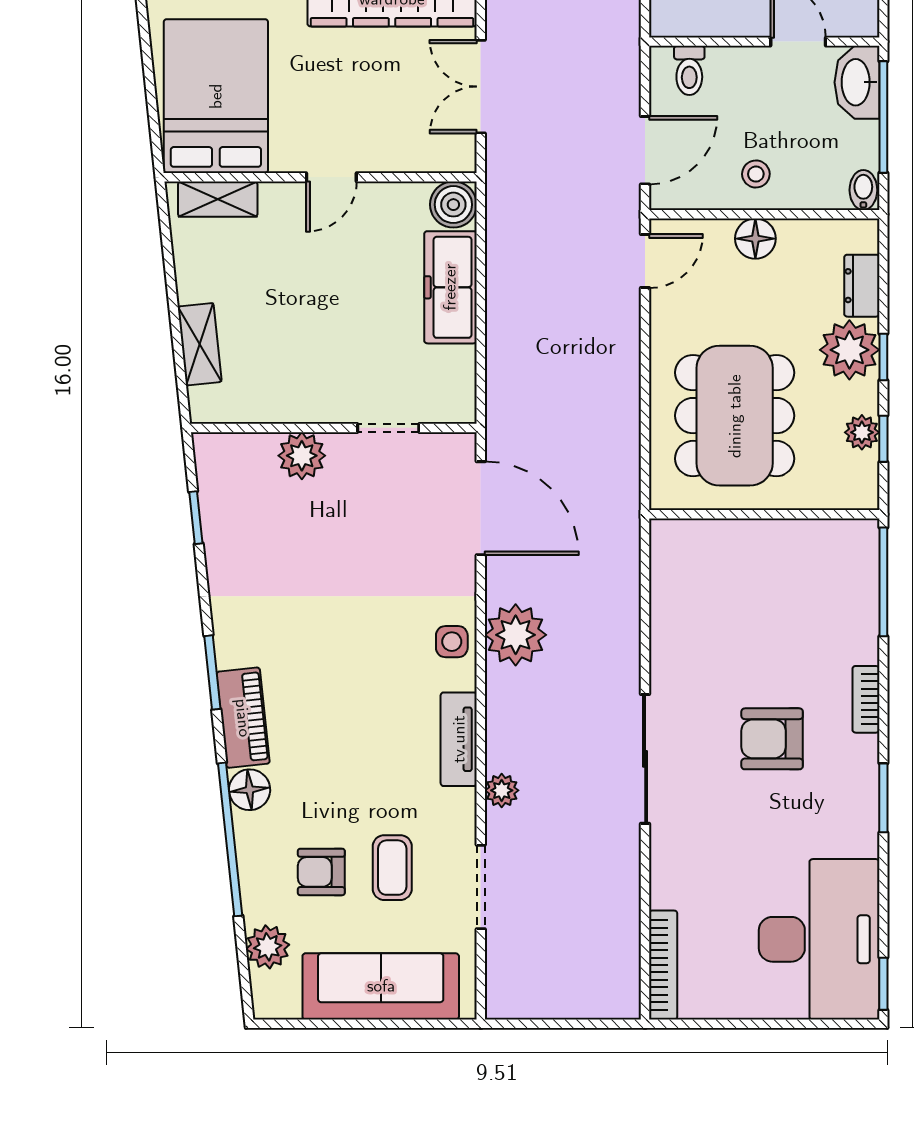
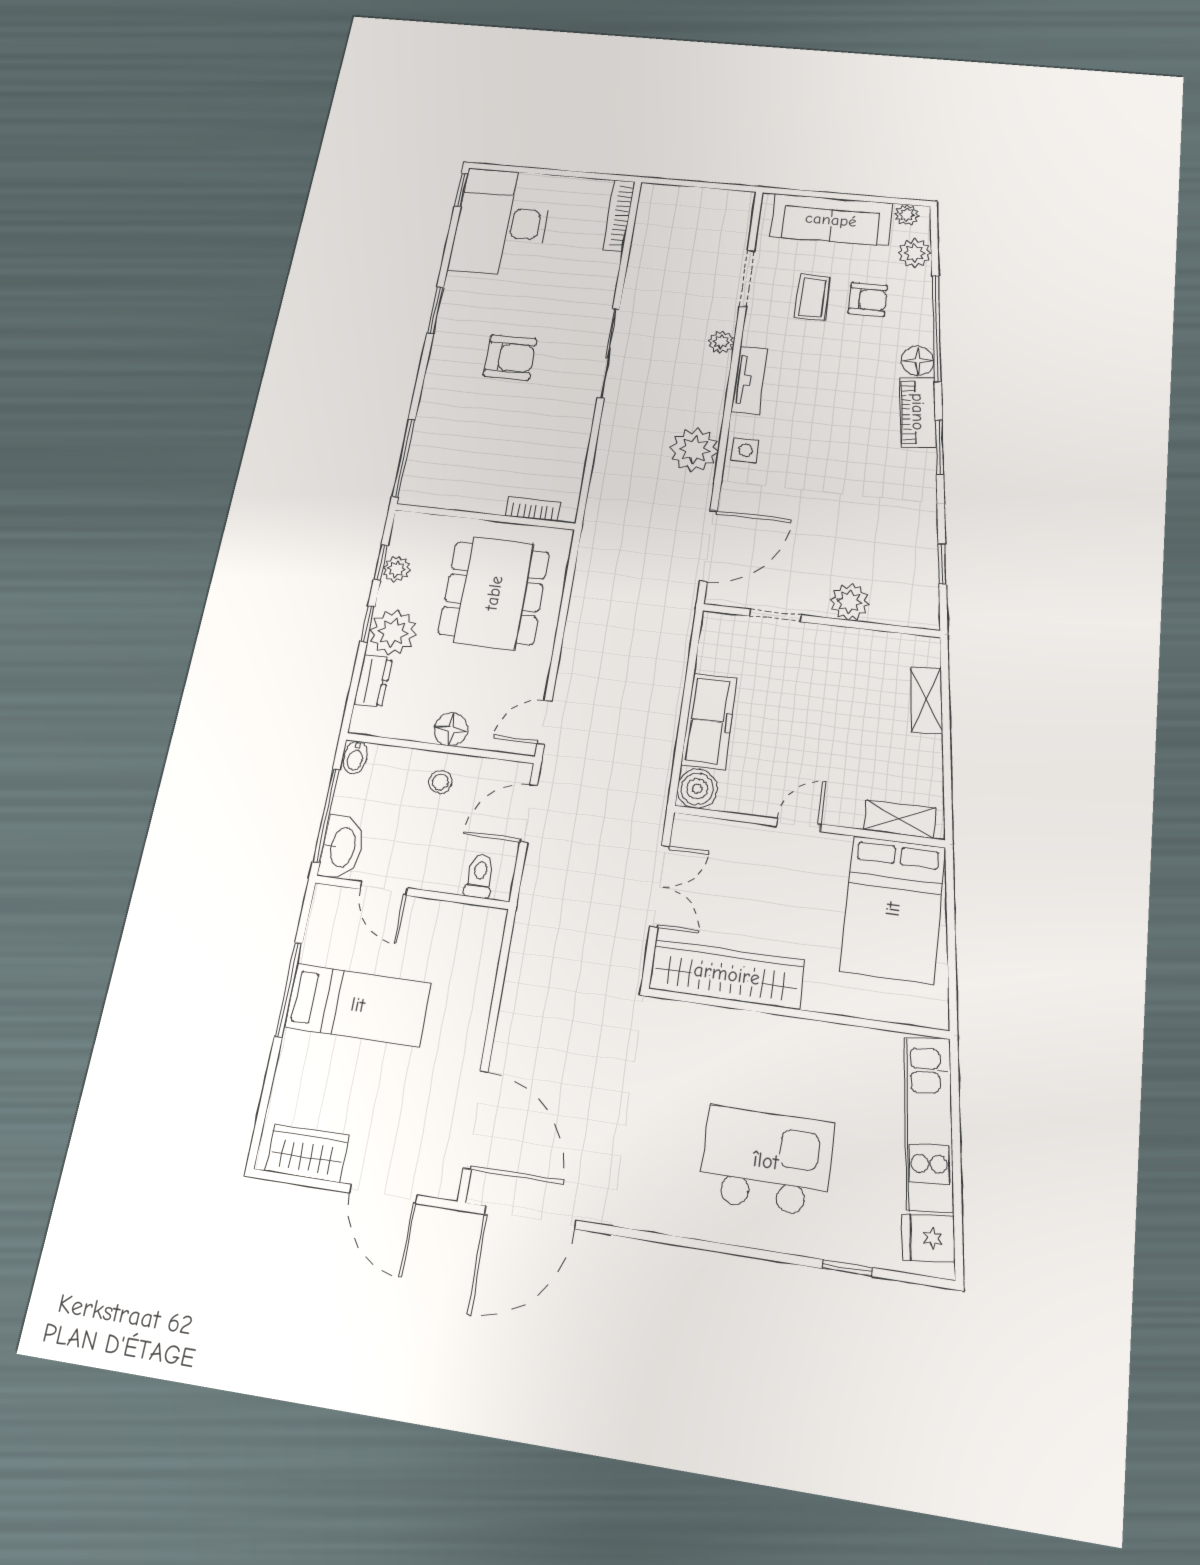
door: (481, 508) -> (709, 546), swing flipped
bookcase: (866, 699) -> (533, 509), moved, turned -90
plant: (283, 1003) -> (907, 215), added

